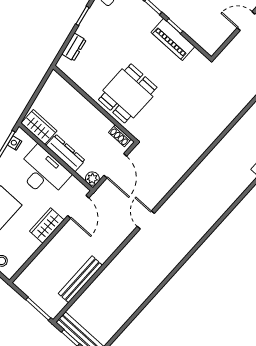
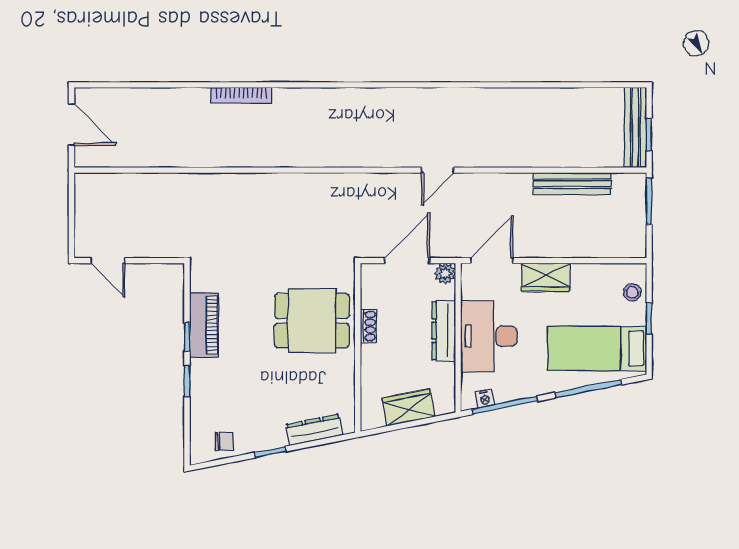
dresser: (74, 47) -> (314, 430), width x1.44
wardrobe: (39, 127) -> (408, 407), moved, turned 79
shoe rack: (120, 136) -> (368, 326), moved

